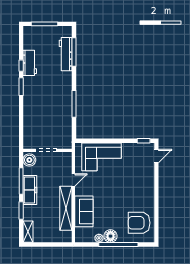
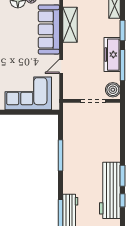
workbench: (30, 63) -> (110, 190), width x1.88, depth x1.32
shelving: (66, 208) -> (70, 25), width x0.68
sofa: (84, 211) -> (49, 29), width x1.36

